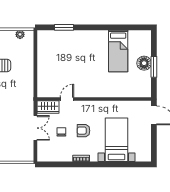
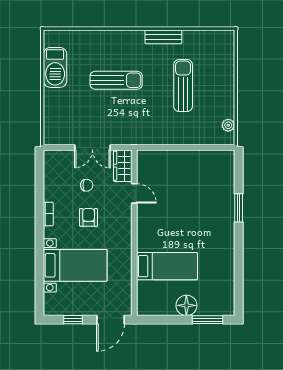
window: (64, 27) -> (239, 208), moved
bed: (118, 51) -> (167, 266), moved, turned 180
window: (154, 67) -> (208, 320), moved
window: (154, 141) -> (73, 320), added

